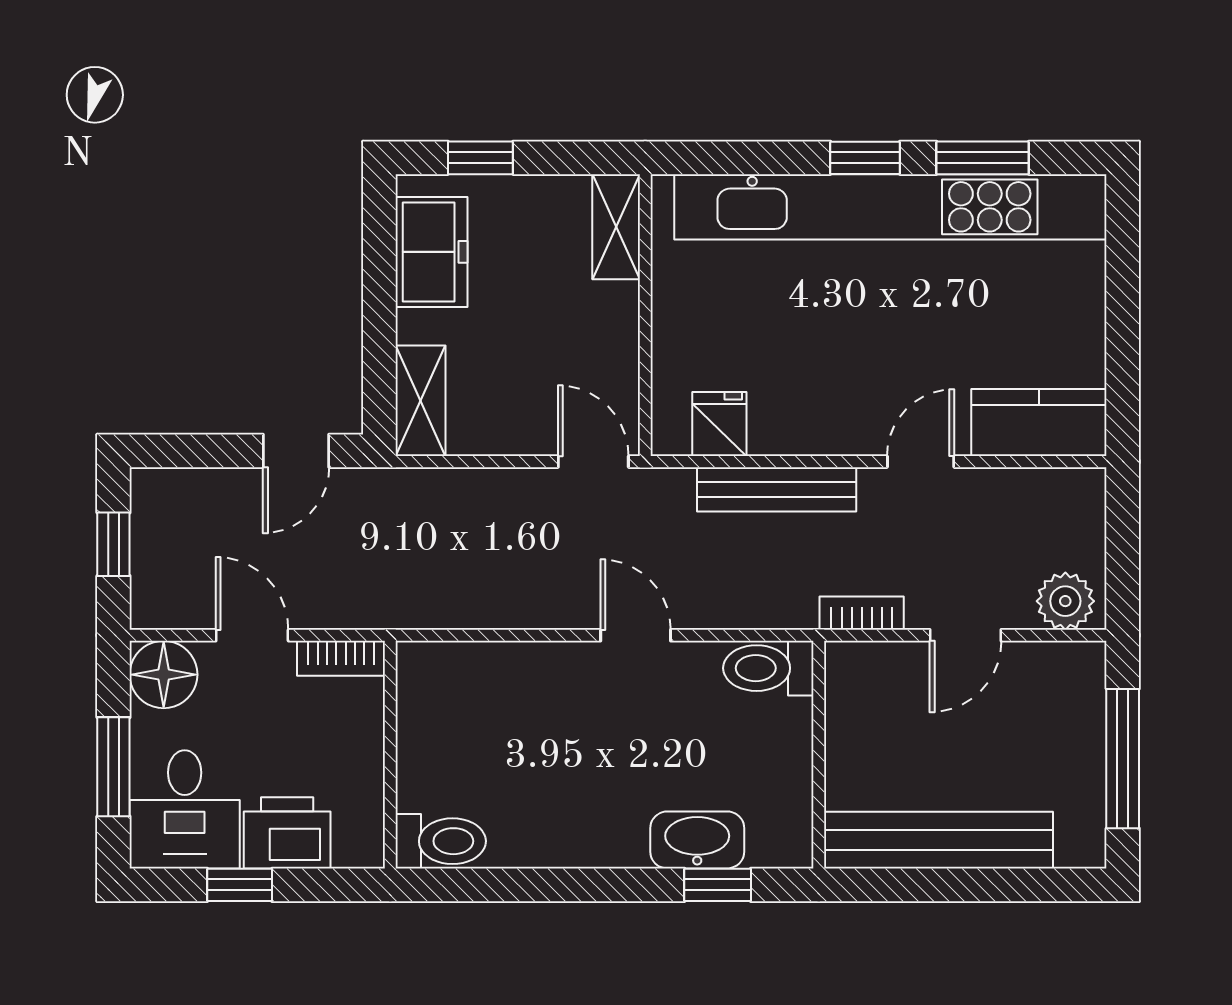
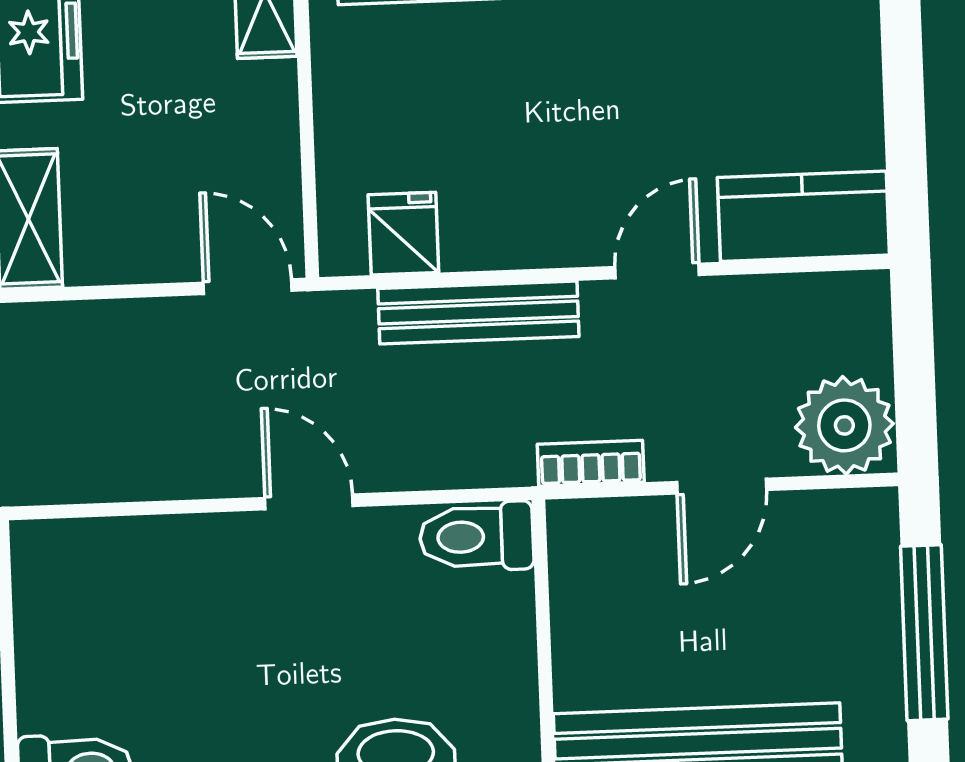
plant: (1065, 601) -> (844, 425), width x1.36, depth x1.36

